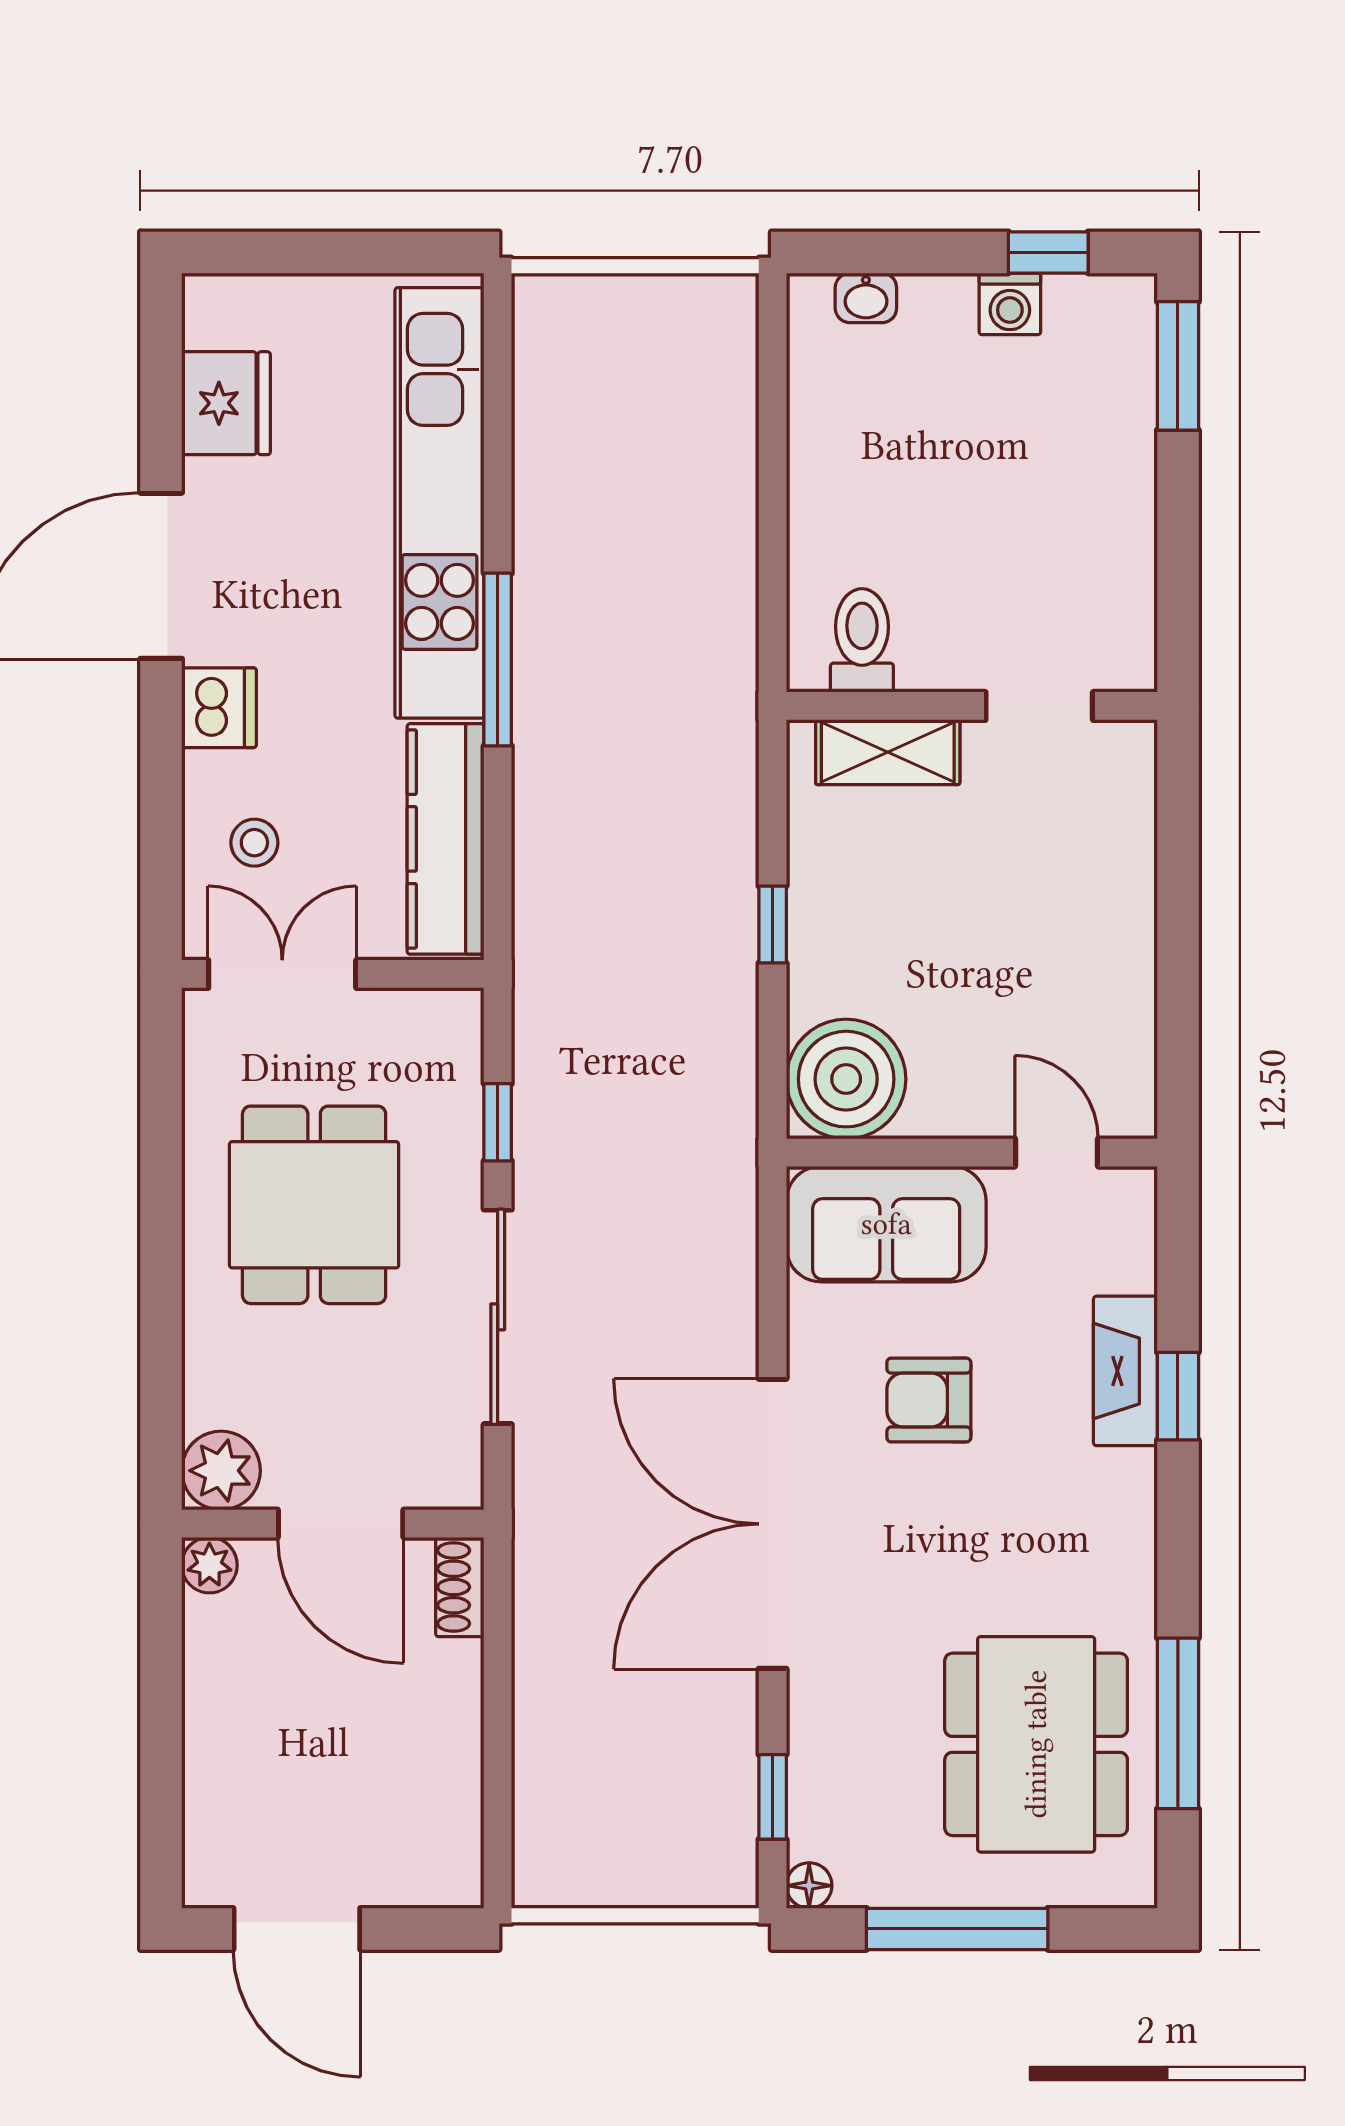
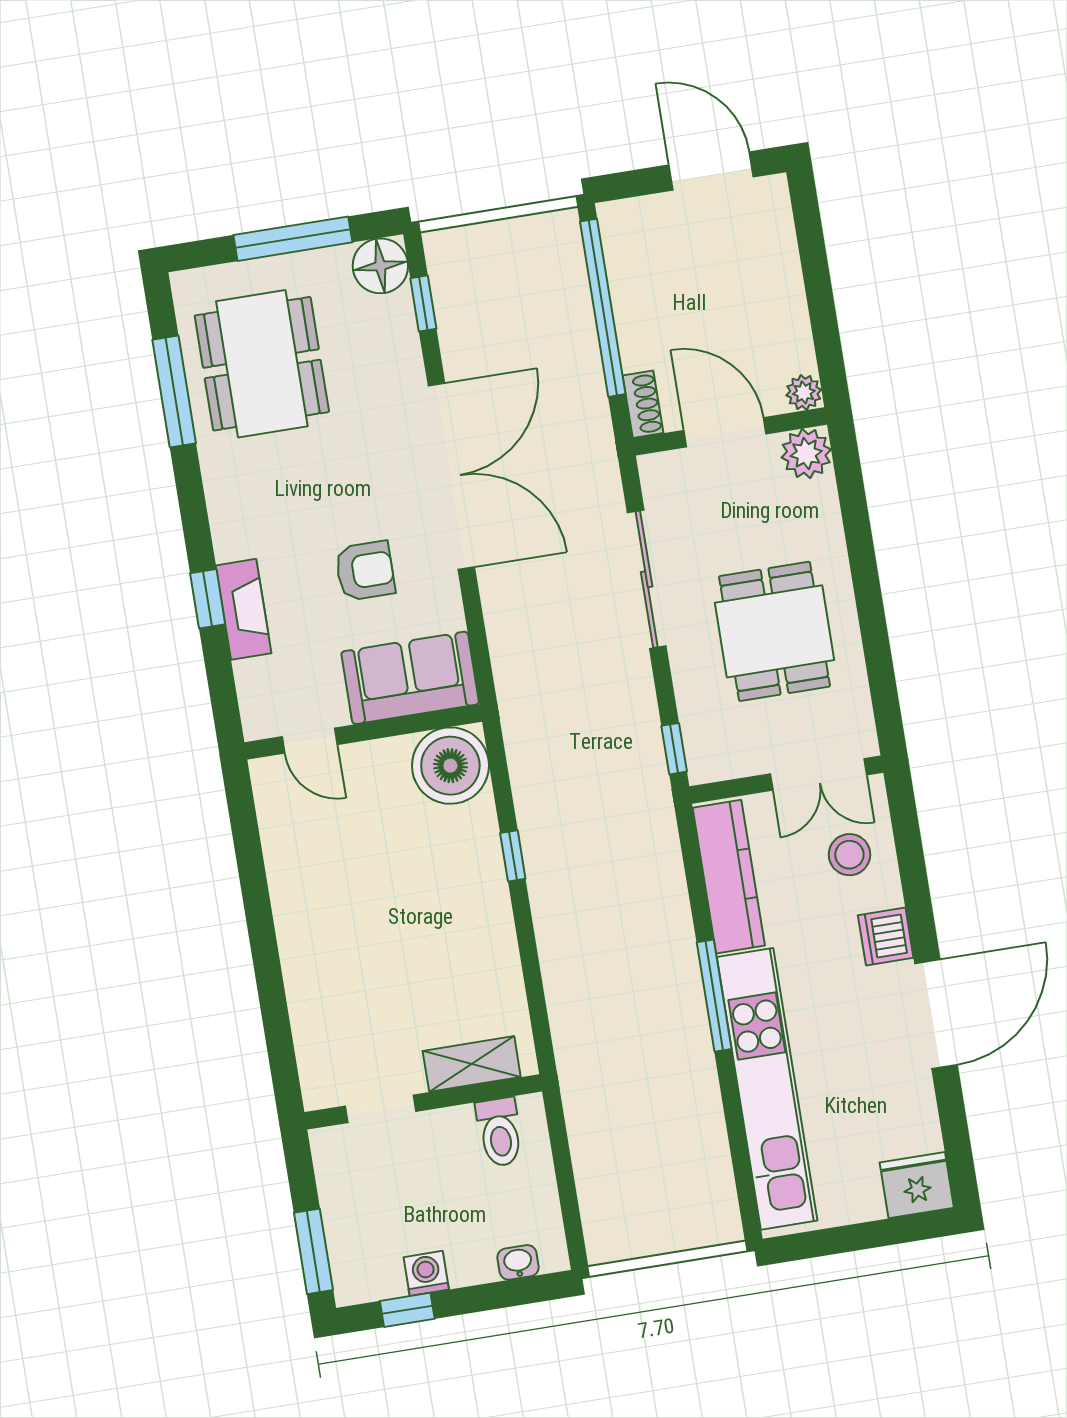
fridge: (226, 403) -> (917, 1185), moved, turned 90
toilet: (862, 640) -> (499, 1132), moved
wall: (972, 706) -> (423, 1102), moved
doorway: (1039, 706) -> (380, 1109), moved
shelving: (888, 752) -> (472, 1064), moved
stool: (254, 843) -> (849, 855), width x1.37, depth x1.37
window: (498, 1122) -> (674, 749), moved
window: (498, 1745) -> (603, 308), added
floor lamp: (809, 1886) -> (380, 266), width x1.89, depth x1.89

